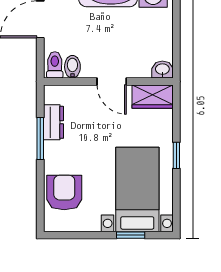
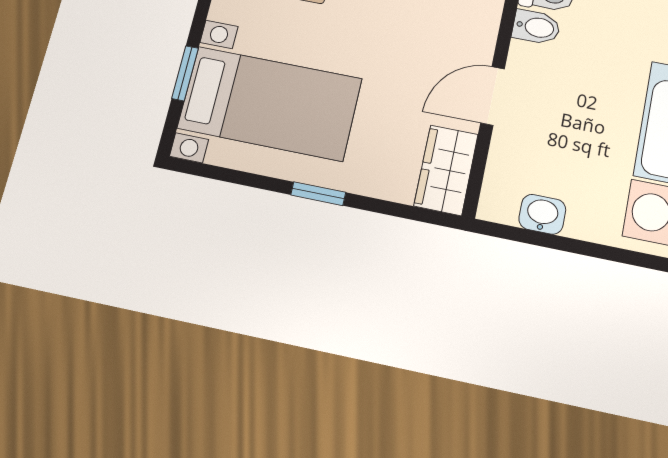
washbasin: (162, 70) -> (542, 214), moved, turned -90

